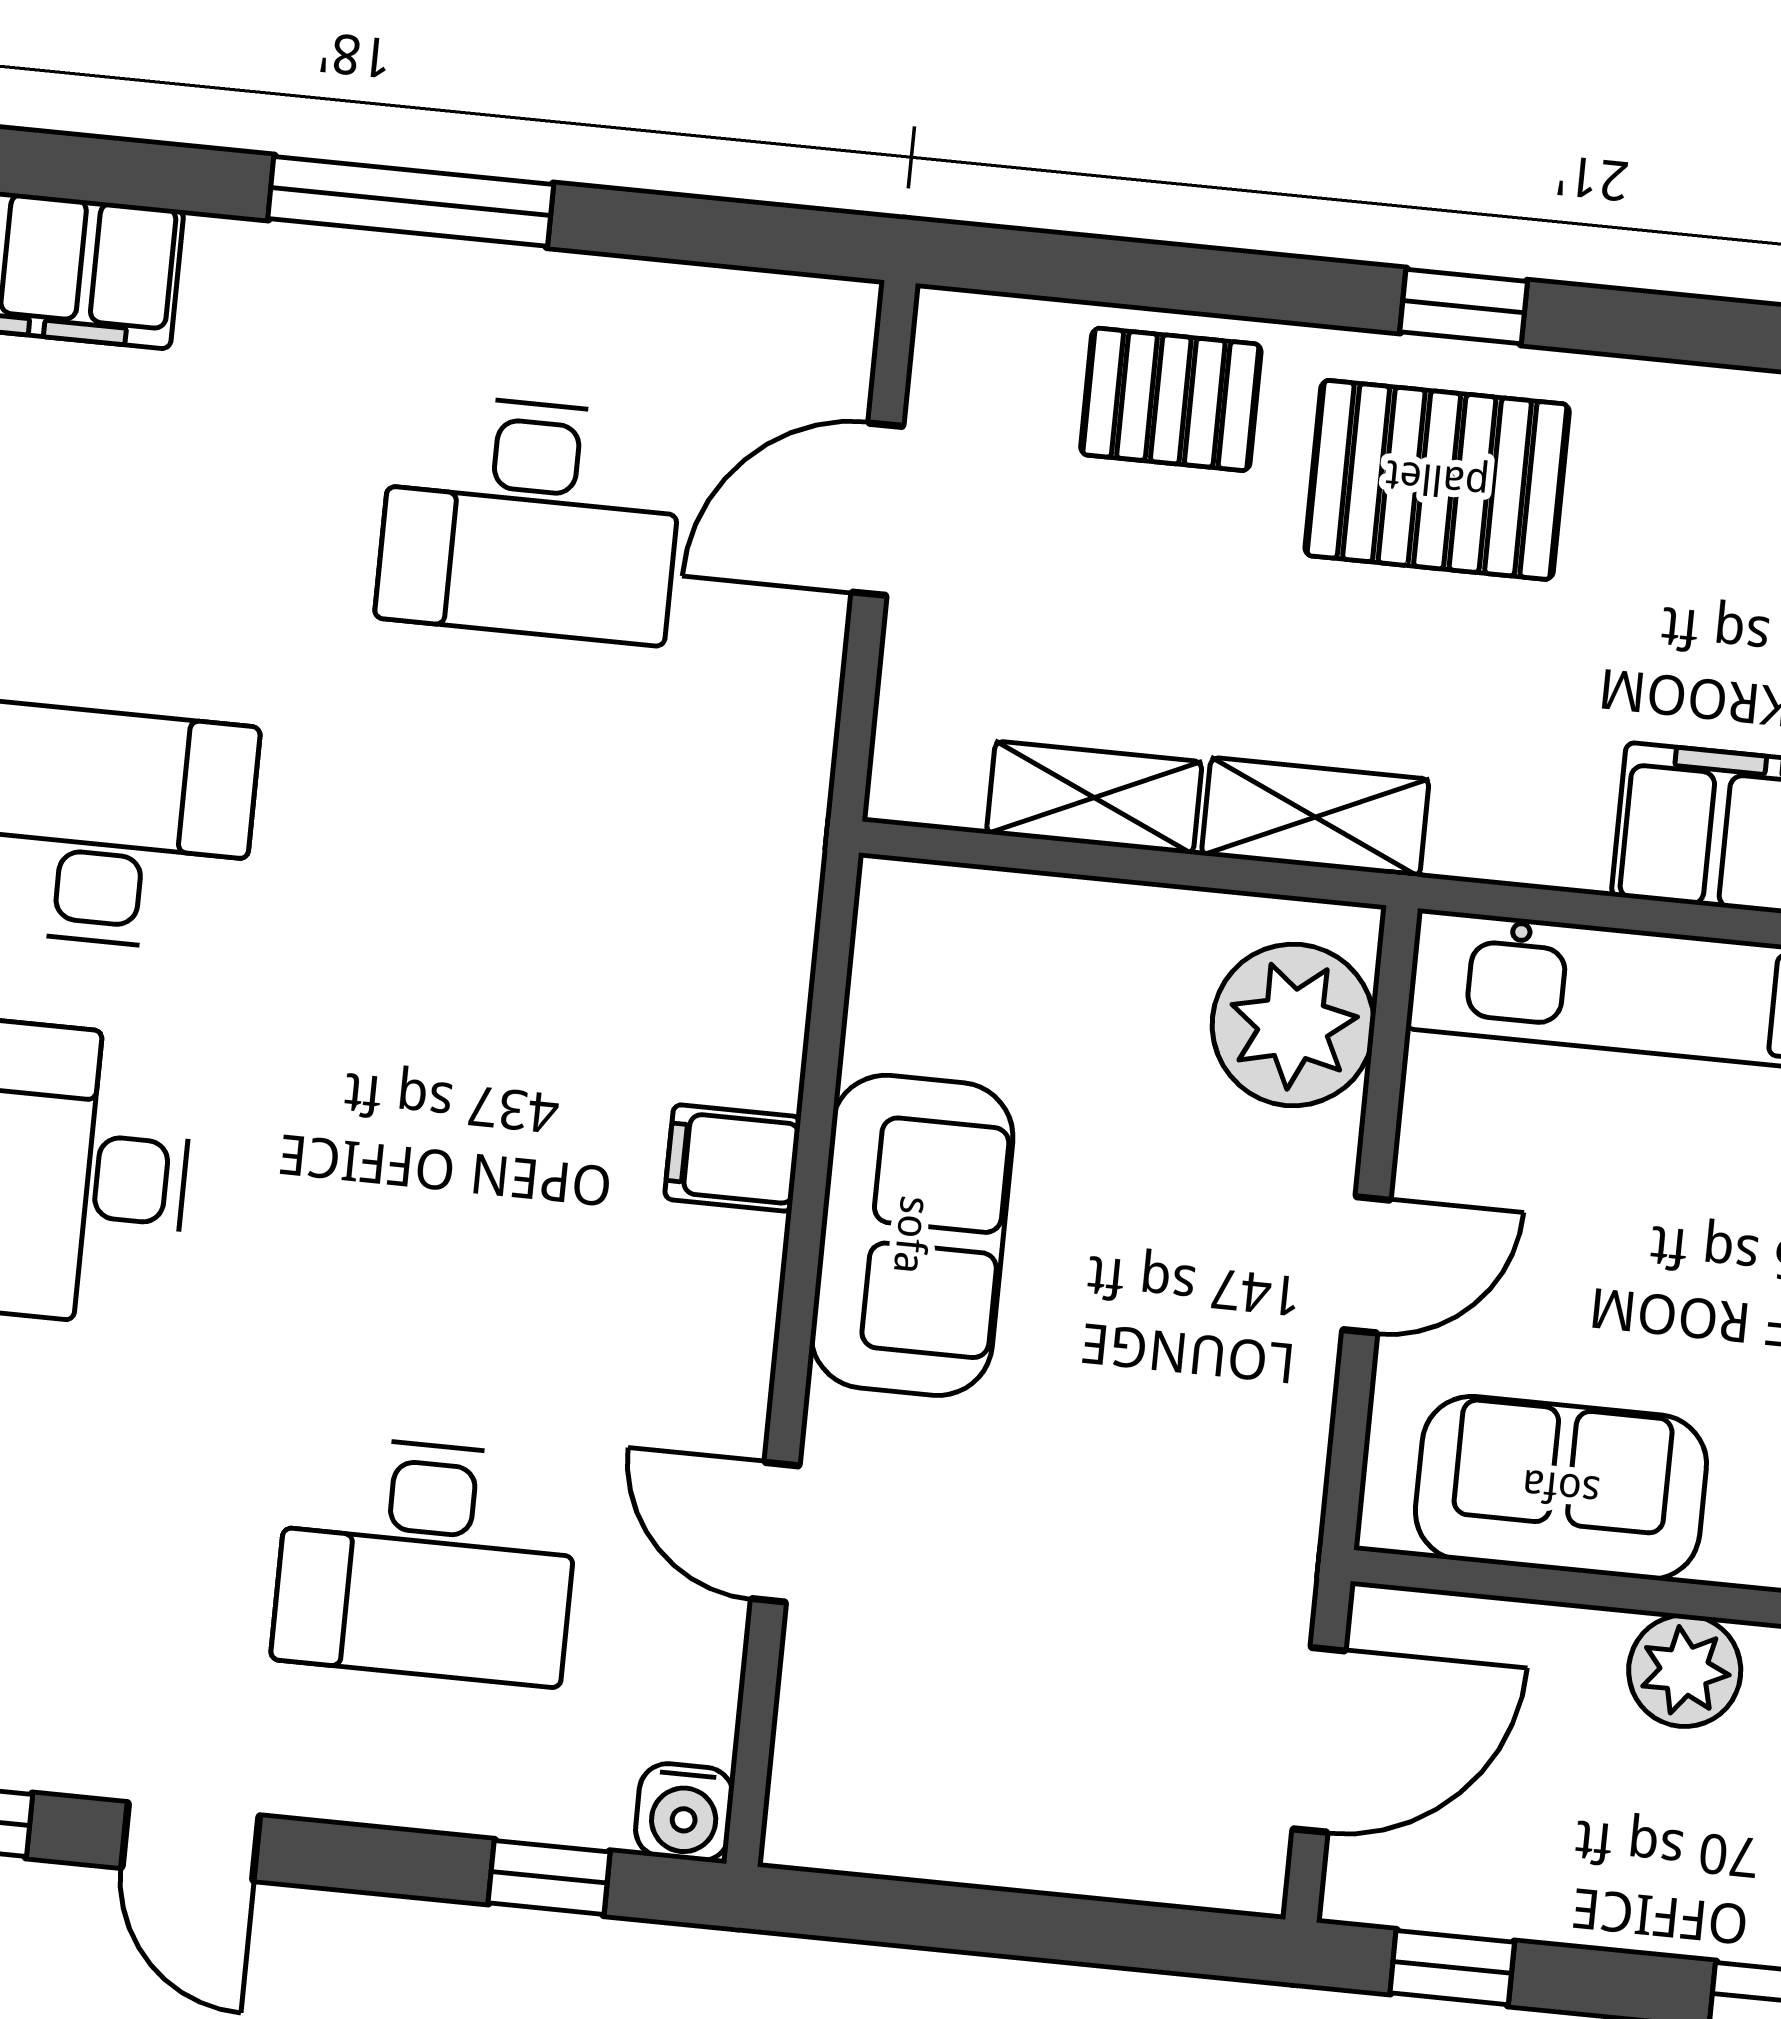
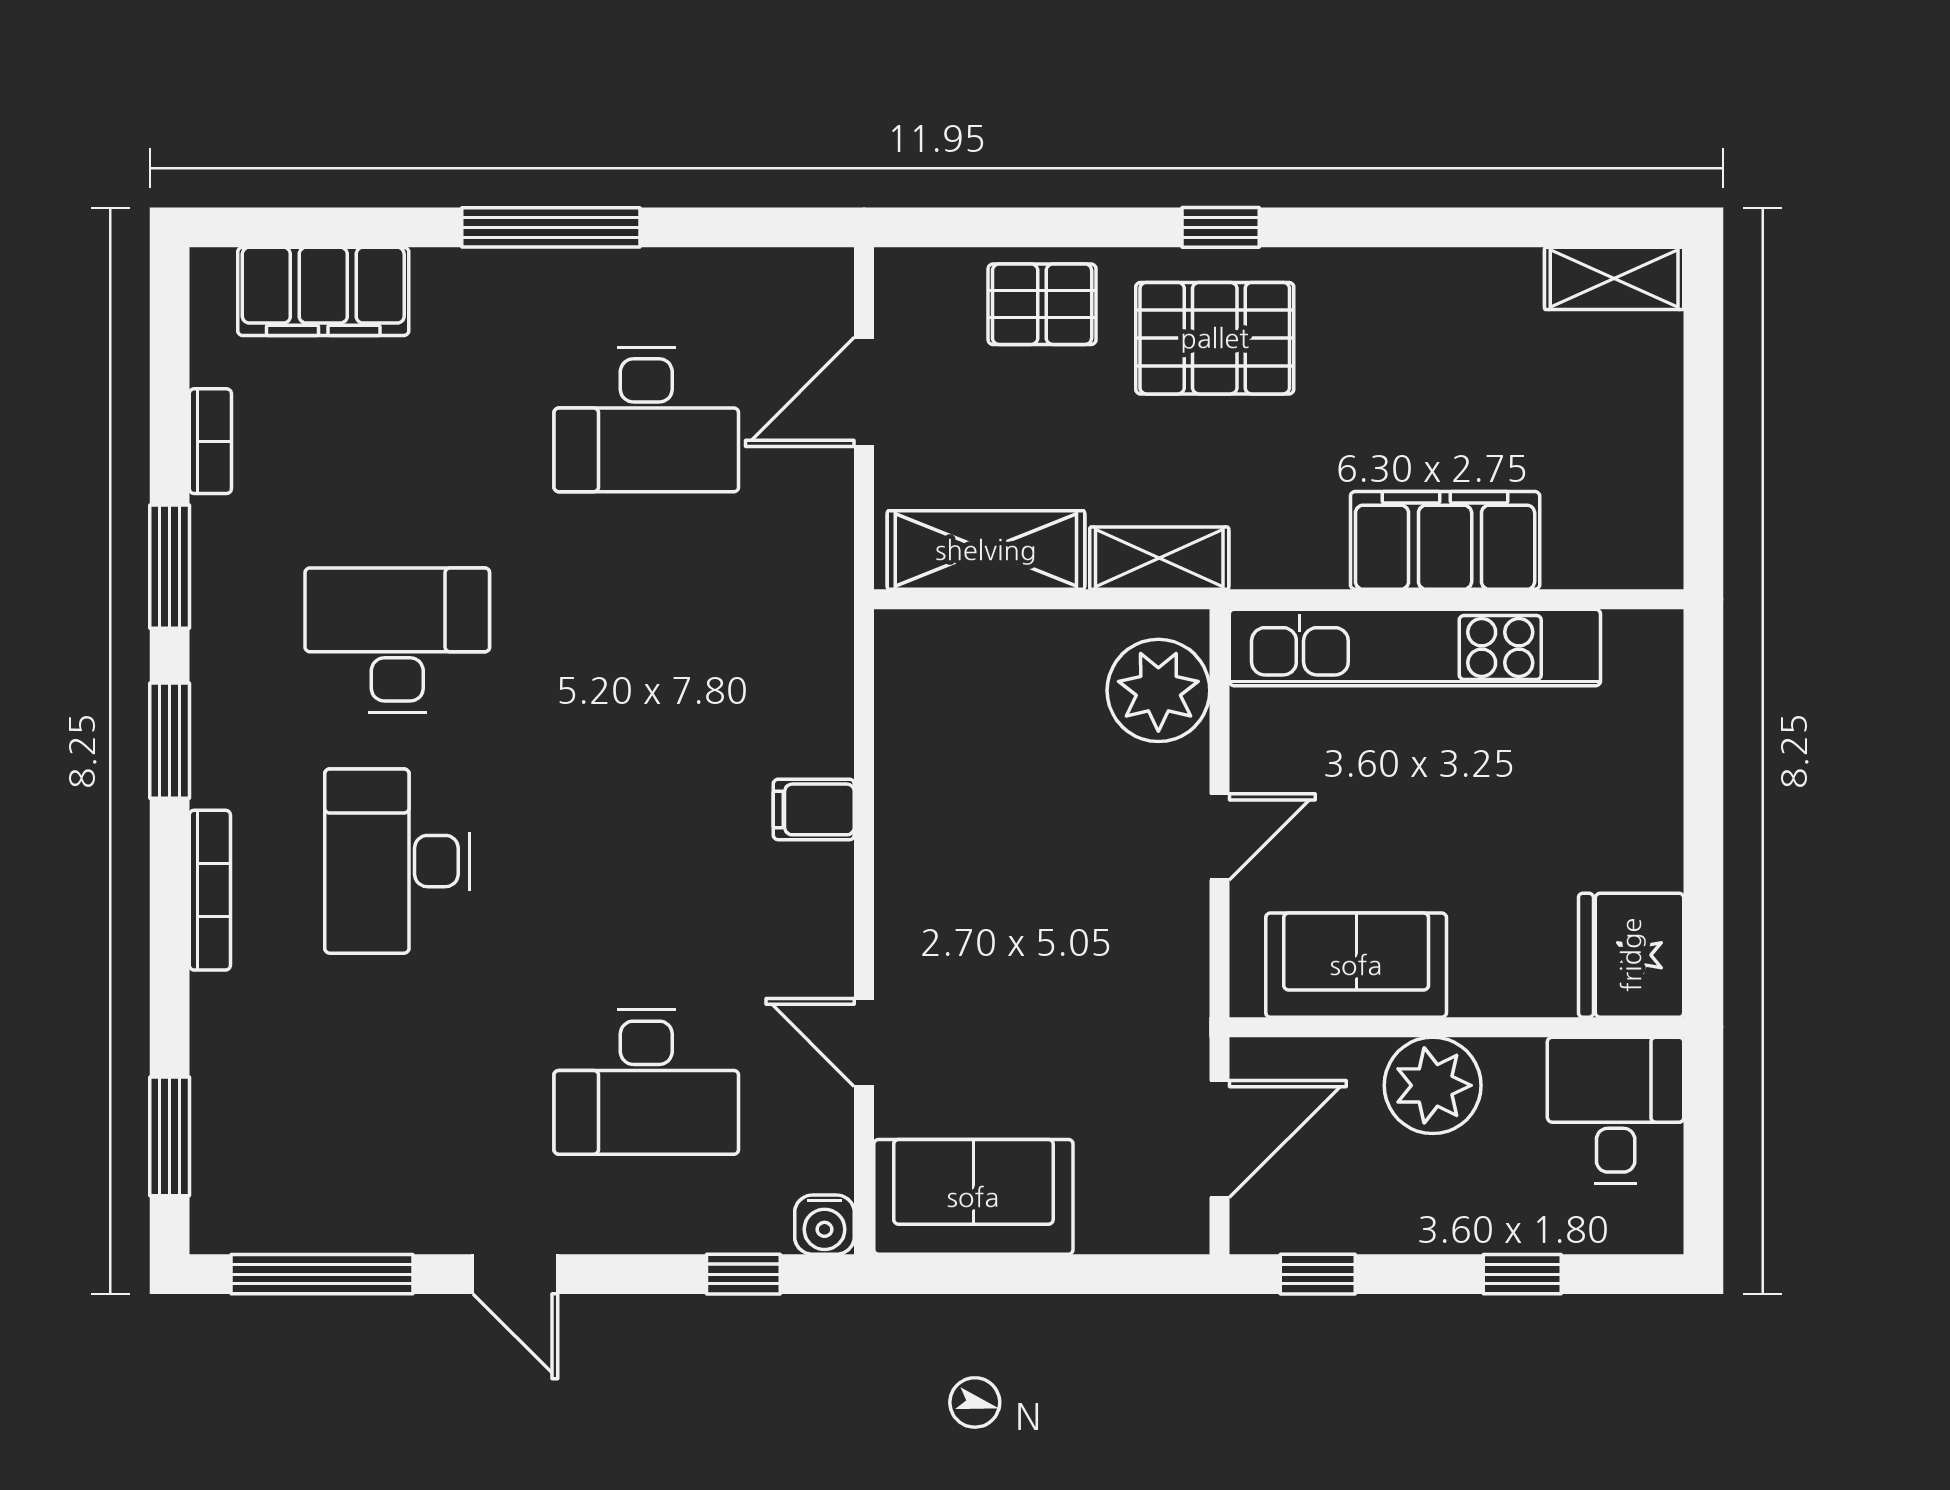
shelving: (1094, 798) -> (986, 550), width x1.50, depth x1.33
sofa: (912, 1235) -> (973, 1197), moved, turned -90
plant: (1685, 1671) -> (1433, 1085), width x1.36, depth x1.36

